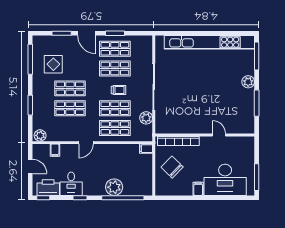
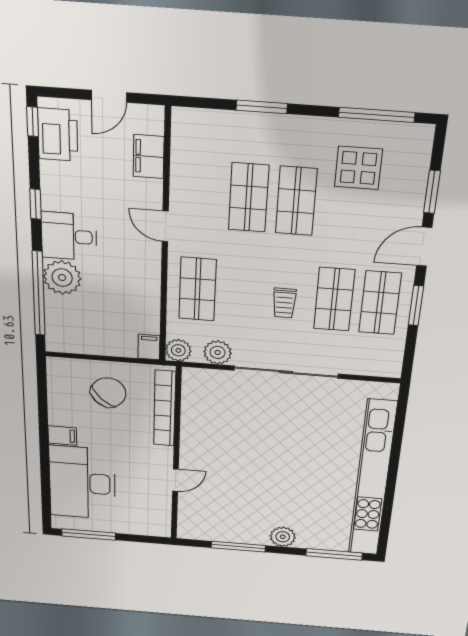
shop shelf: (115, 108) -> (243, 293), removed
plant: (40, 135) -> (178, 350), moved
filing cabinet: (55, 150) -> (149, 157), width x2.00
desk: (71, 184) -> (69, 236), moved

